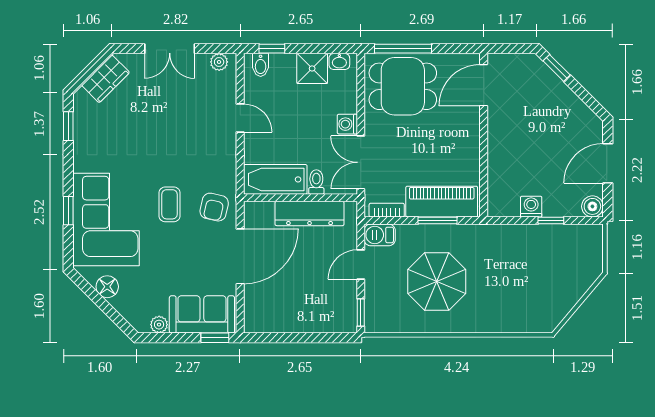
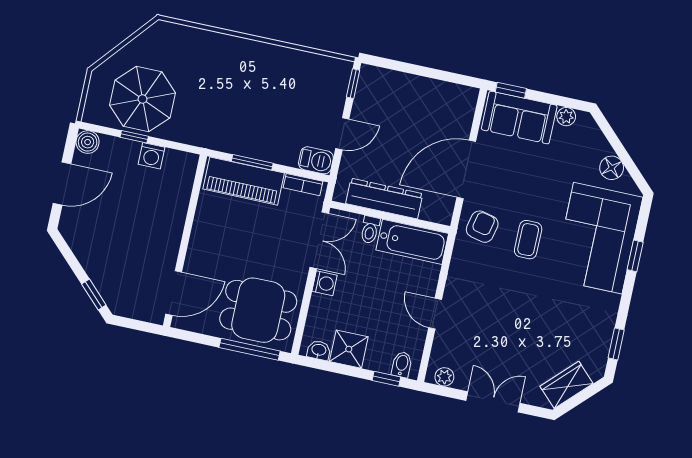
parasol: (437, 282) -> (143, 99), moved

